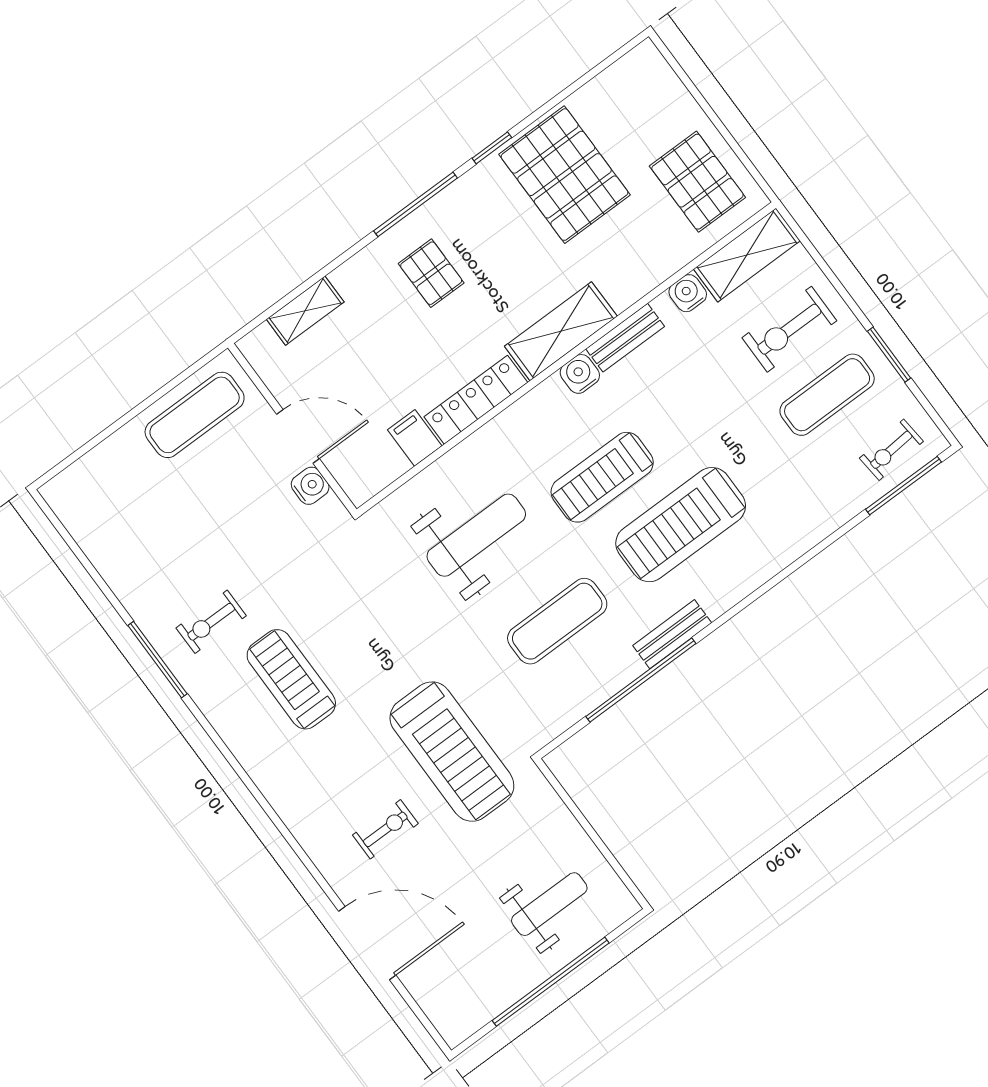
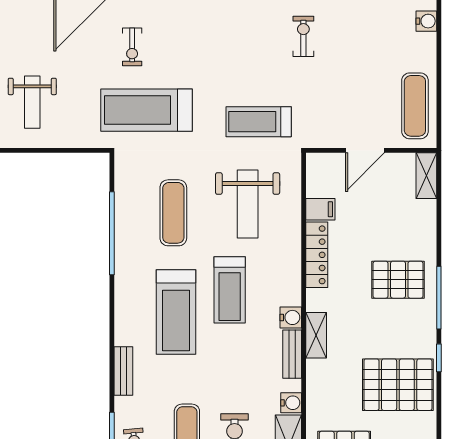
pallet: (431, 273) -> (398, 280), width x1.50, depth x1.42
shelving: (305, 311) -> (426, 176), moved
shelving: (561, 331) -> (316, 335), width x0.67, depth x0.75
treadmill: (602, 477) -> (230, 290), turned 180
water cooler: (310, 486) -> (426, 21), moved, turned -90
treadmill: (681, 525) -> (176, 312), turned 180
bench: (672, 634) -> (123, 371), moved
treadmill: (291, 679) -> (259, 122), moved, turned 180

